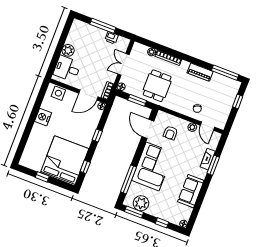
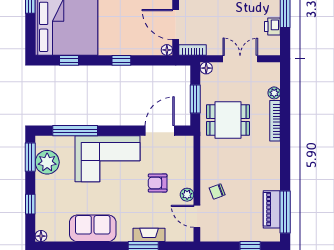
piano: (200, 72) -> (272, 209), moved
door: (207, 126) -> (197, 216), hinge flipped
armchair: (170, 133) -> (158, 183), moved

